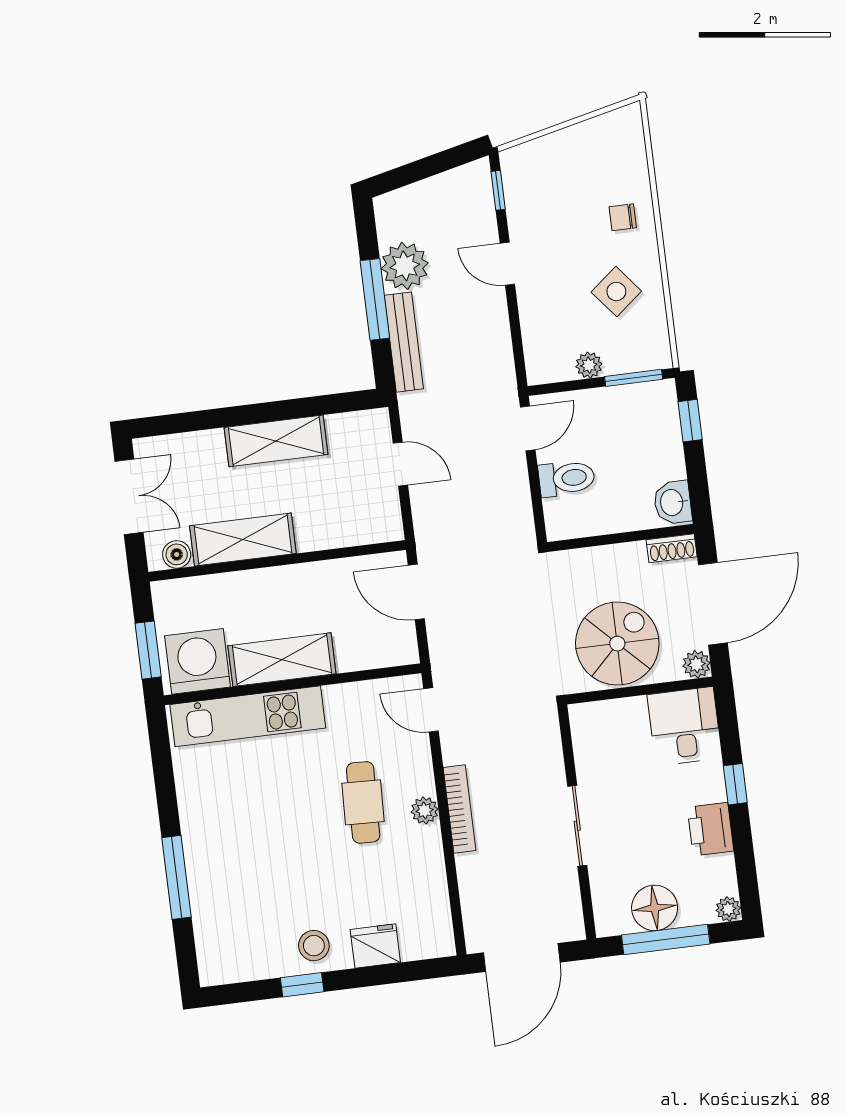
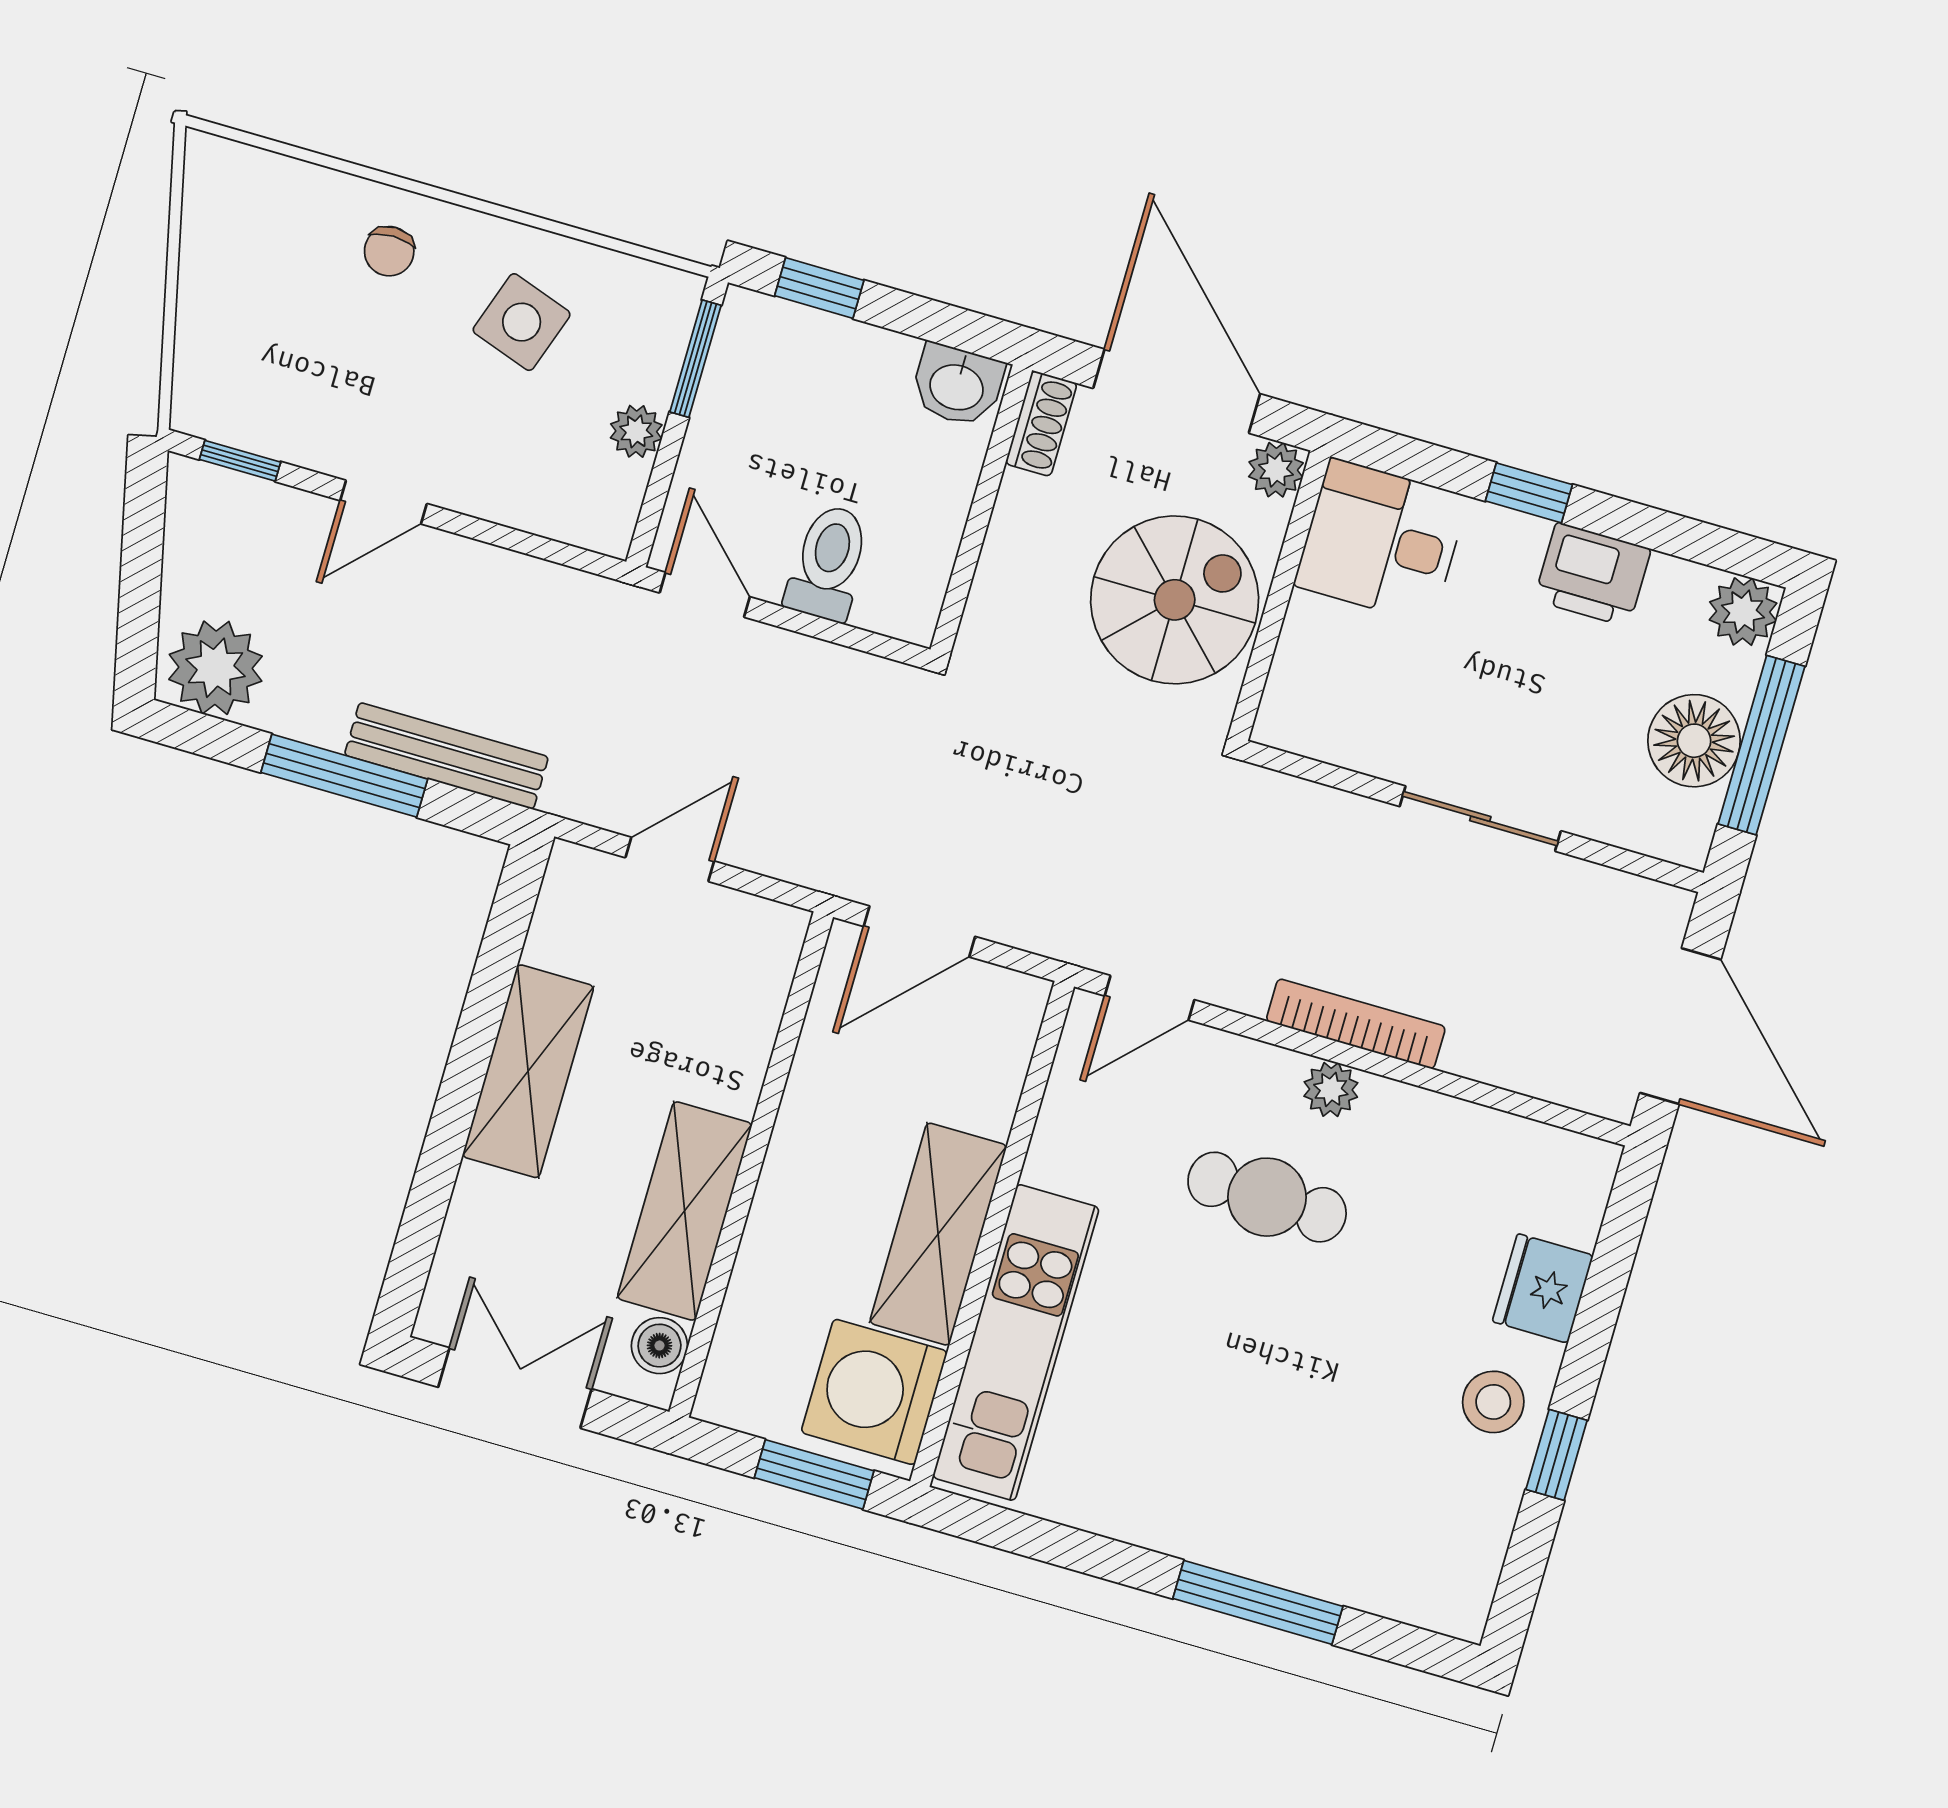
plant: (405, 266) -> (216, 668), moved
side table: (616, 292) -> (522, 322), turned -32
spiral stairs: (617, 644) -> (1175, 600), turned 90
plant: (728, 909) -> (1743, 612), width x1.38, depth x1.38

